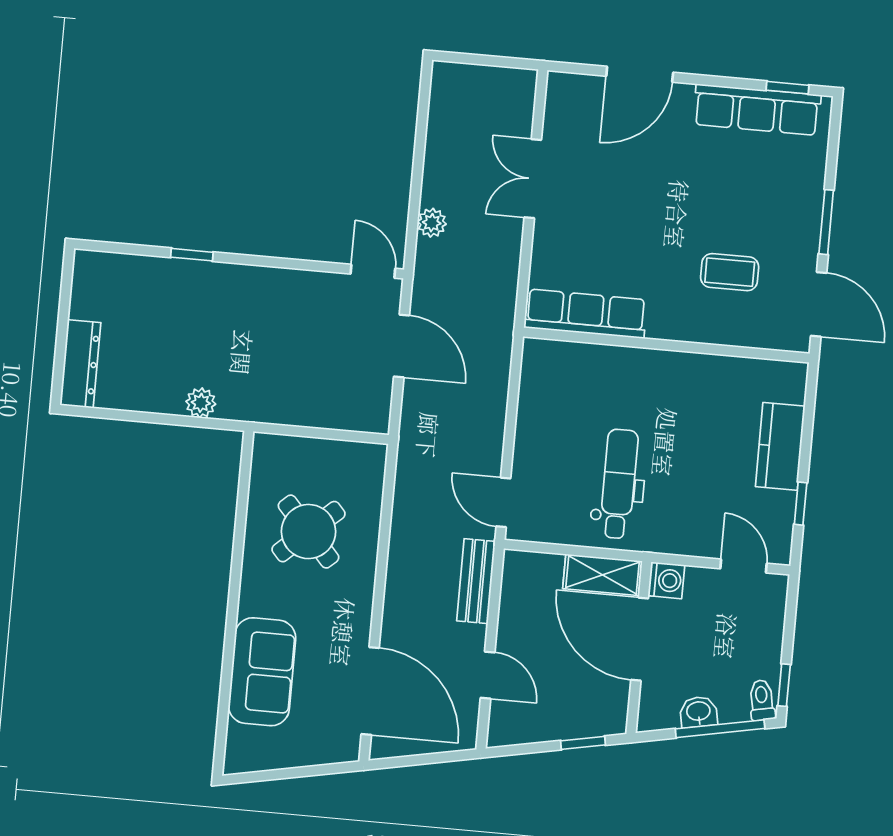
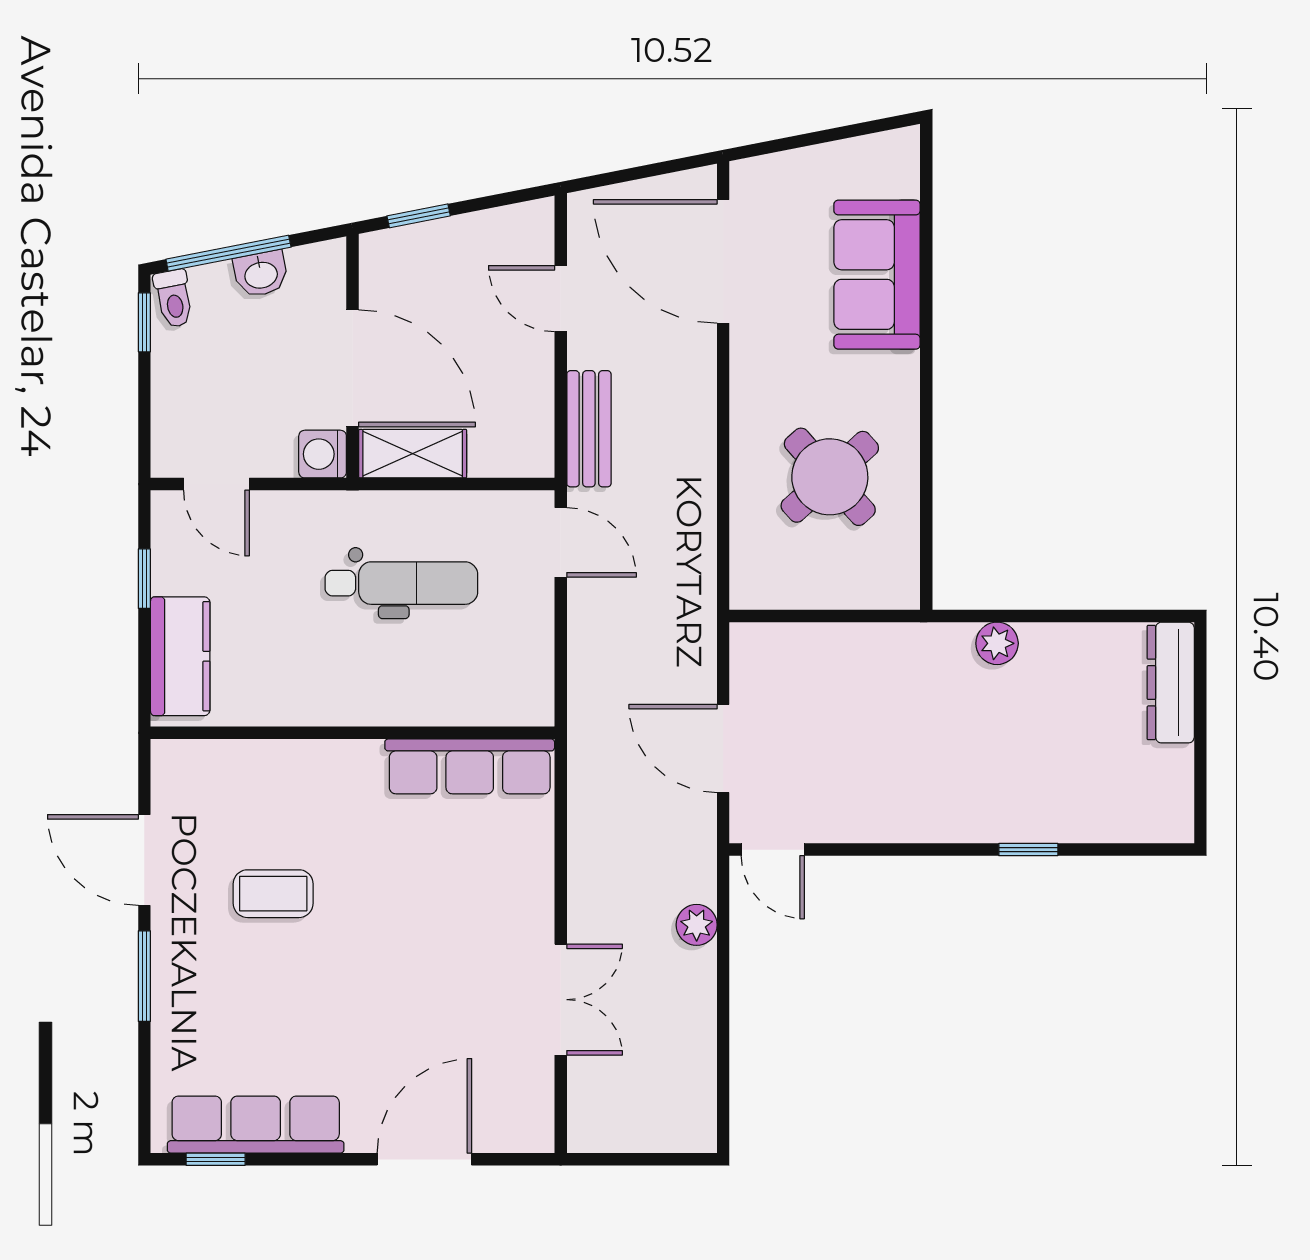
row of seats: (586, 314) -> (470, 766), moved
wall: (666, 345) -> (353, 733), moved
dental chair: (619, 484) -> (401, 583), turned -90

